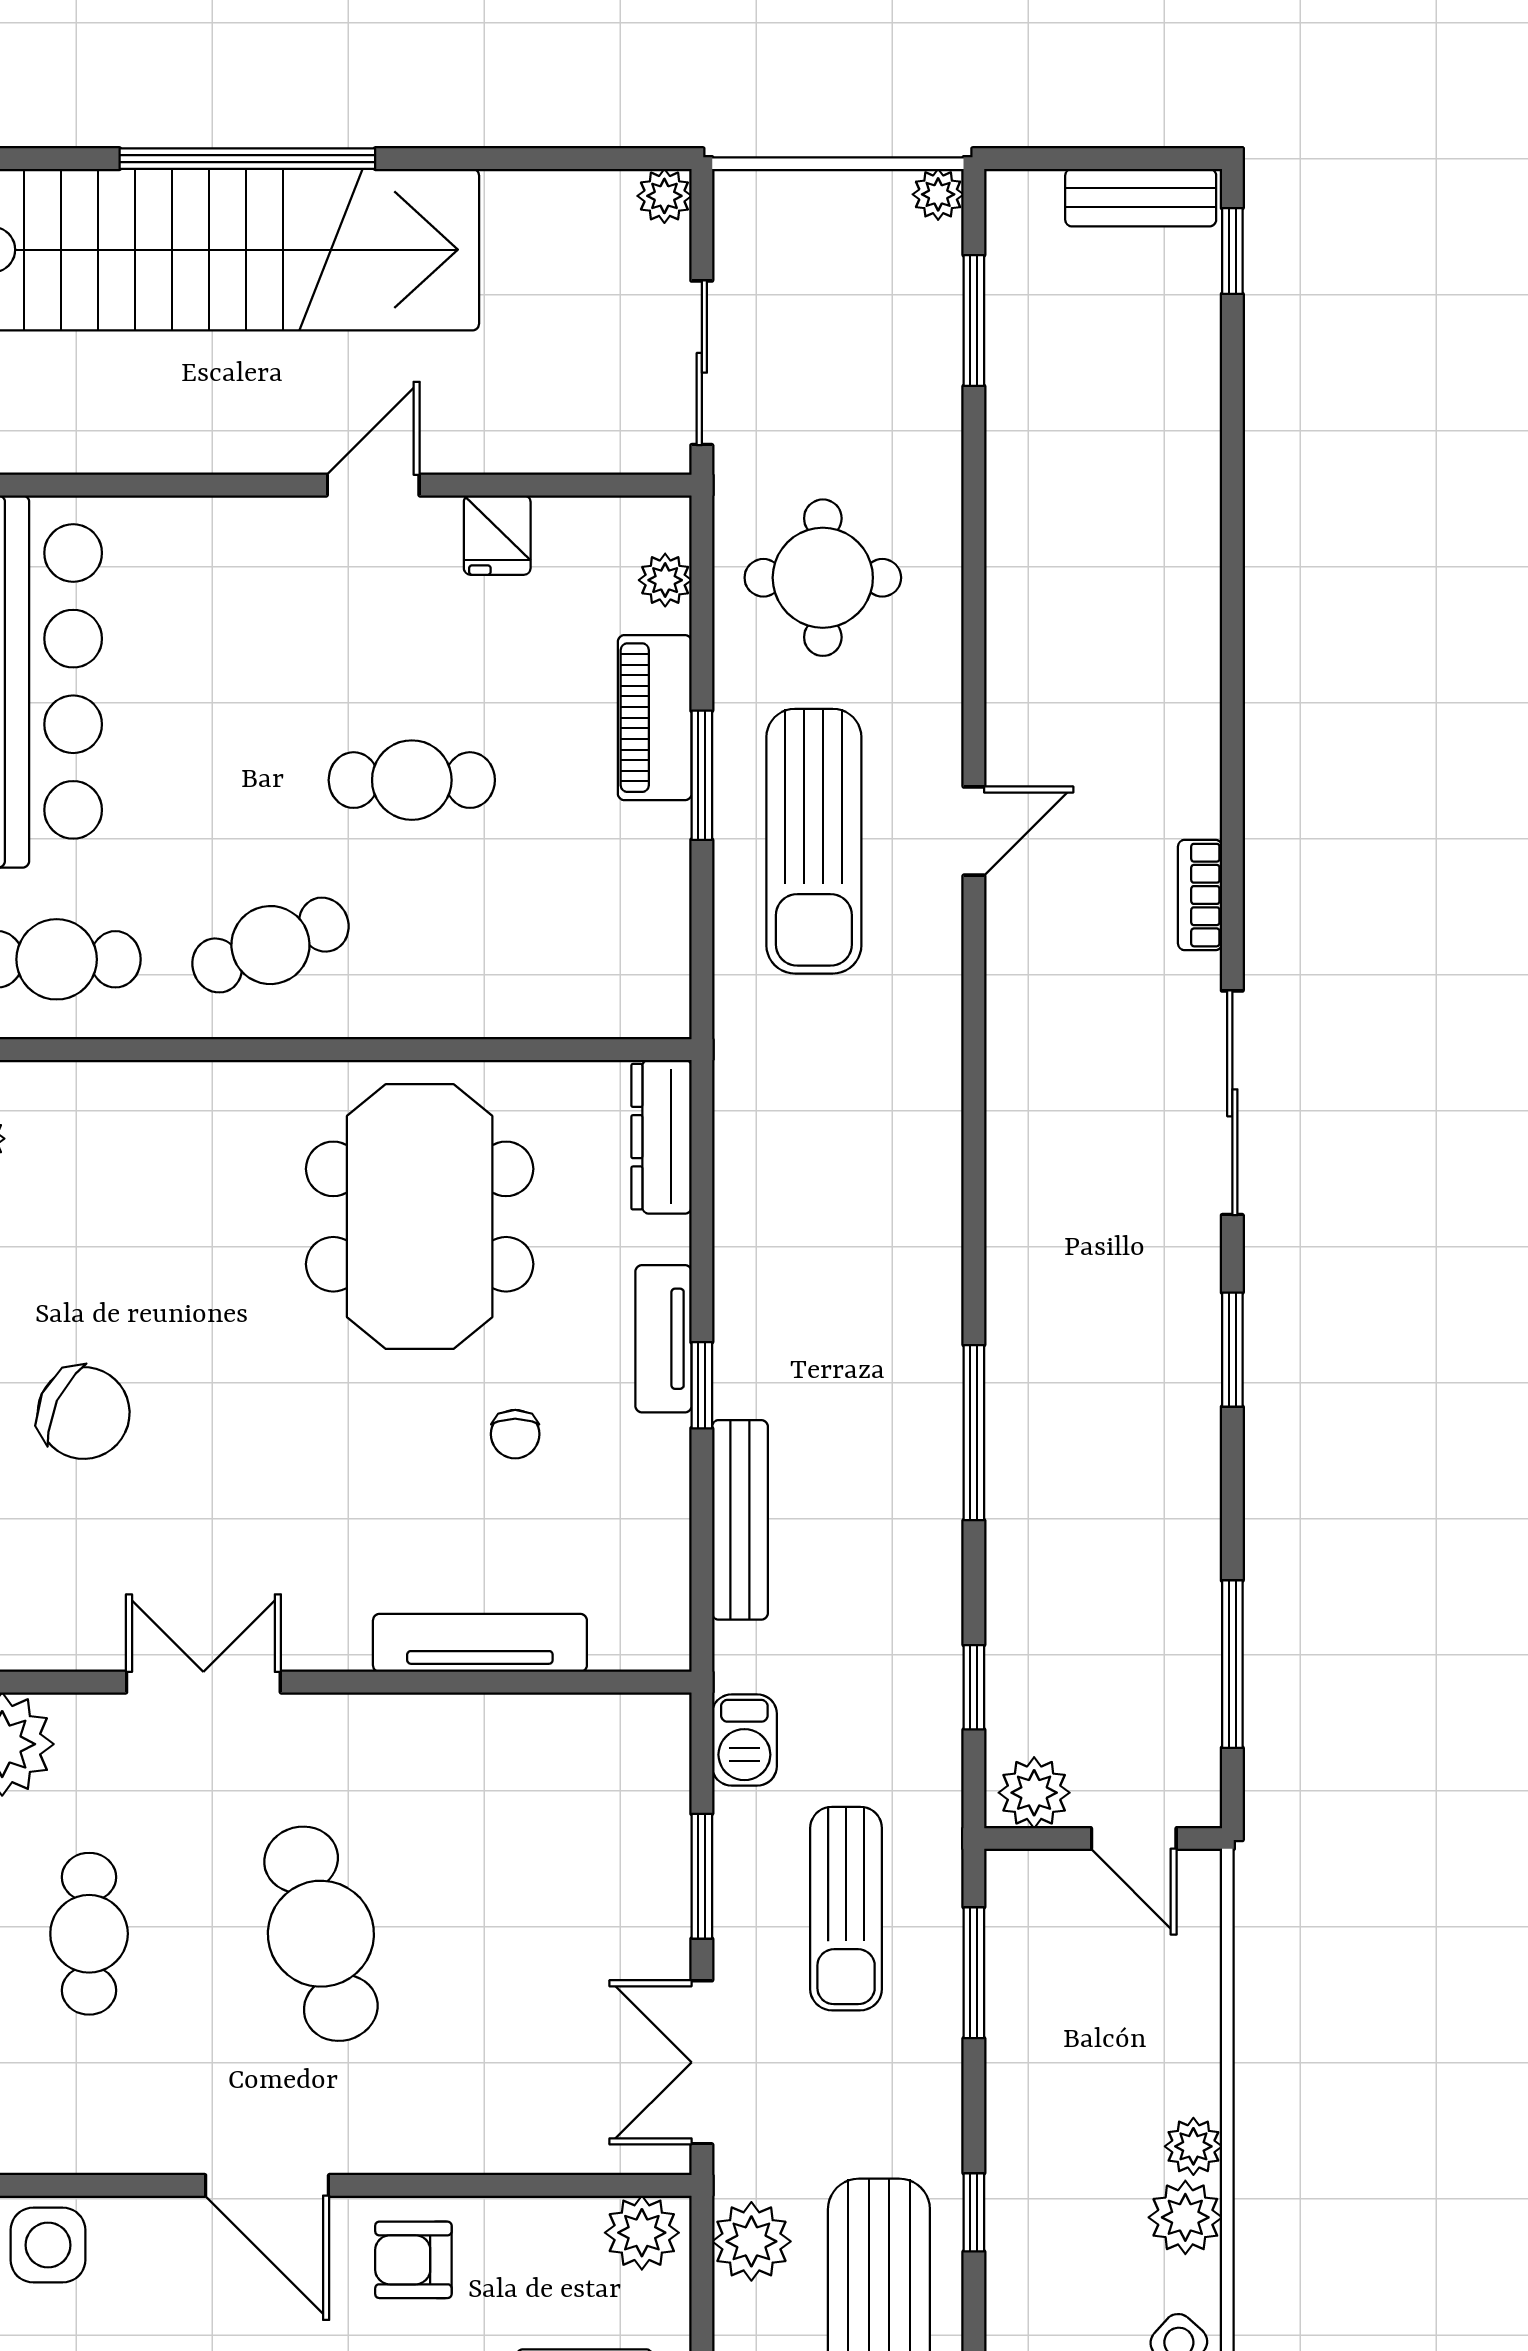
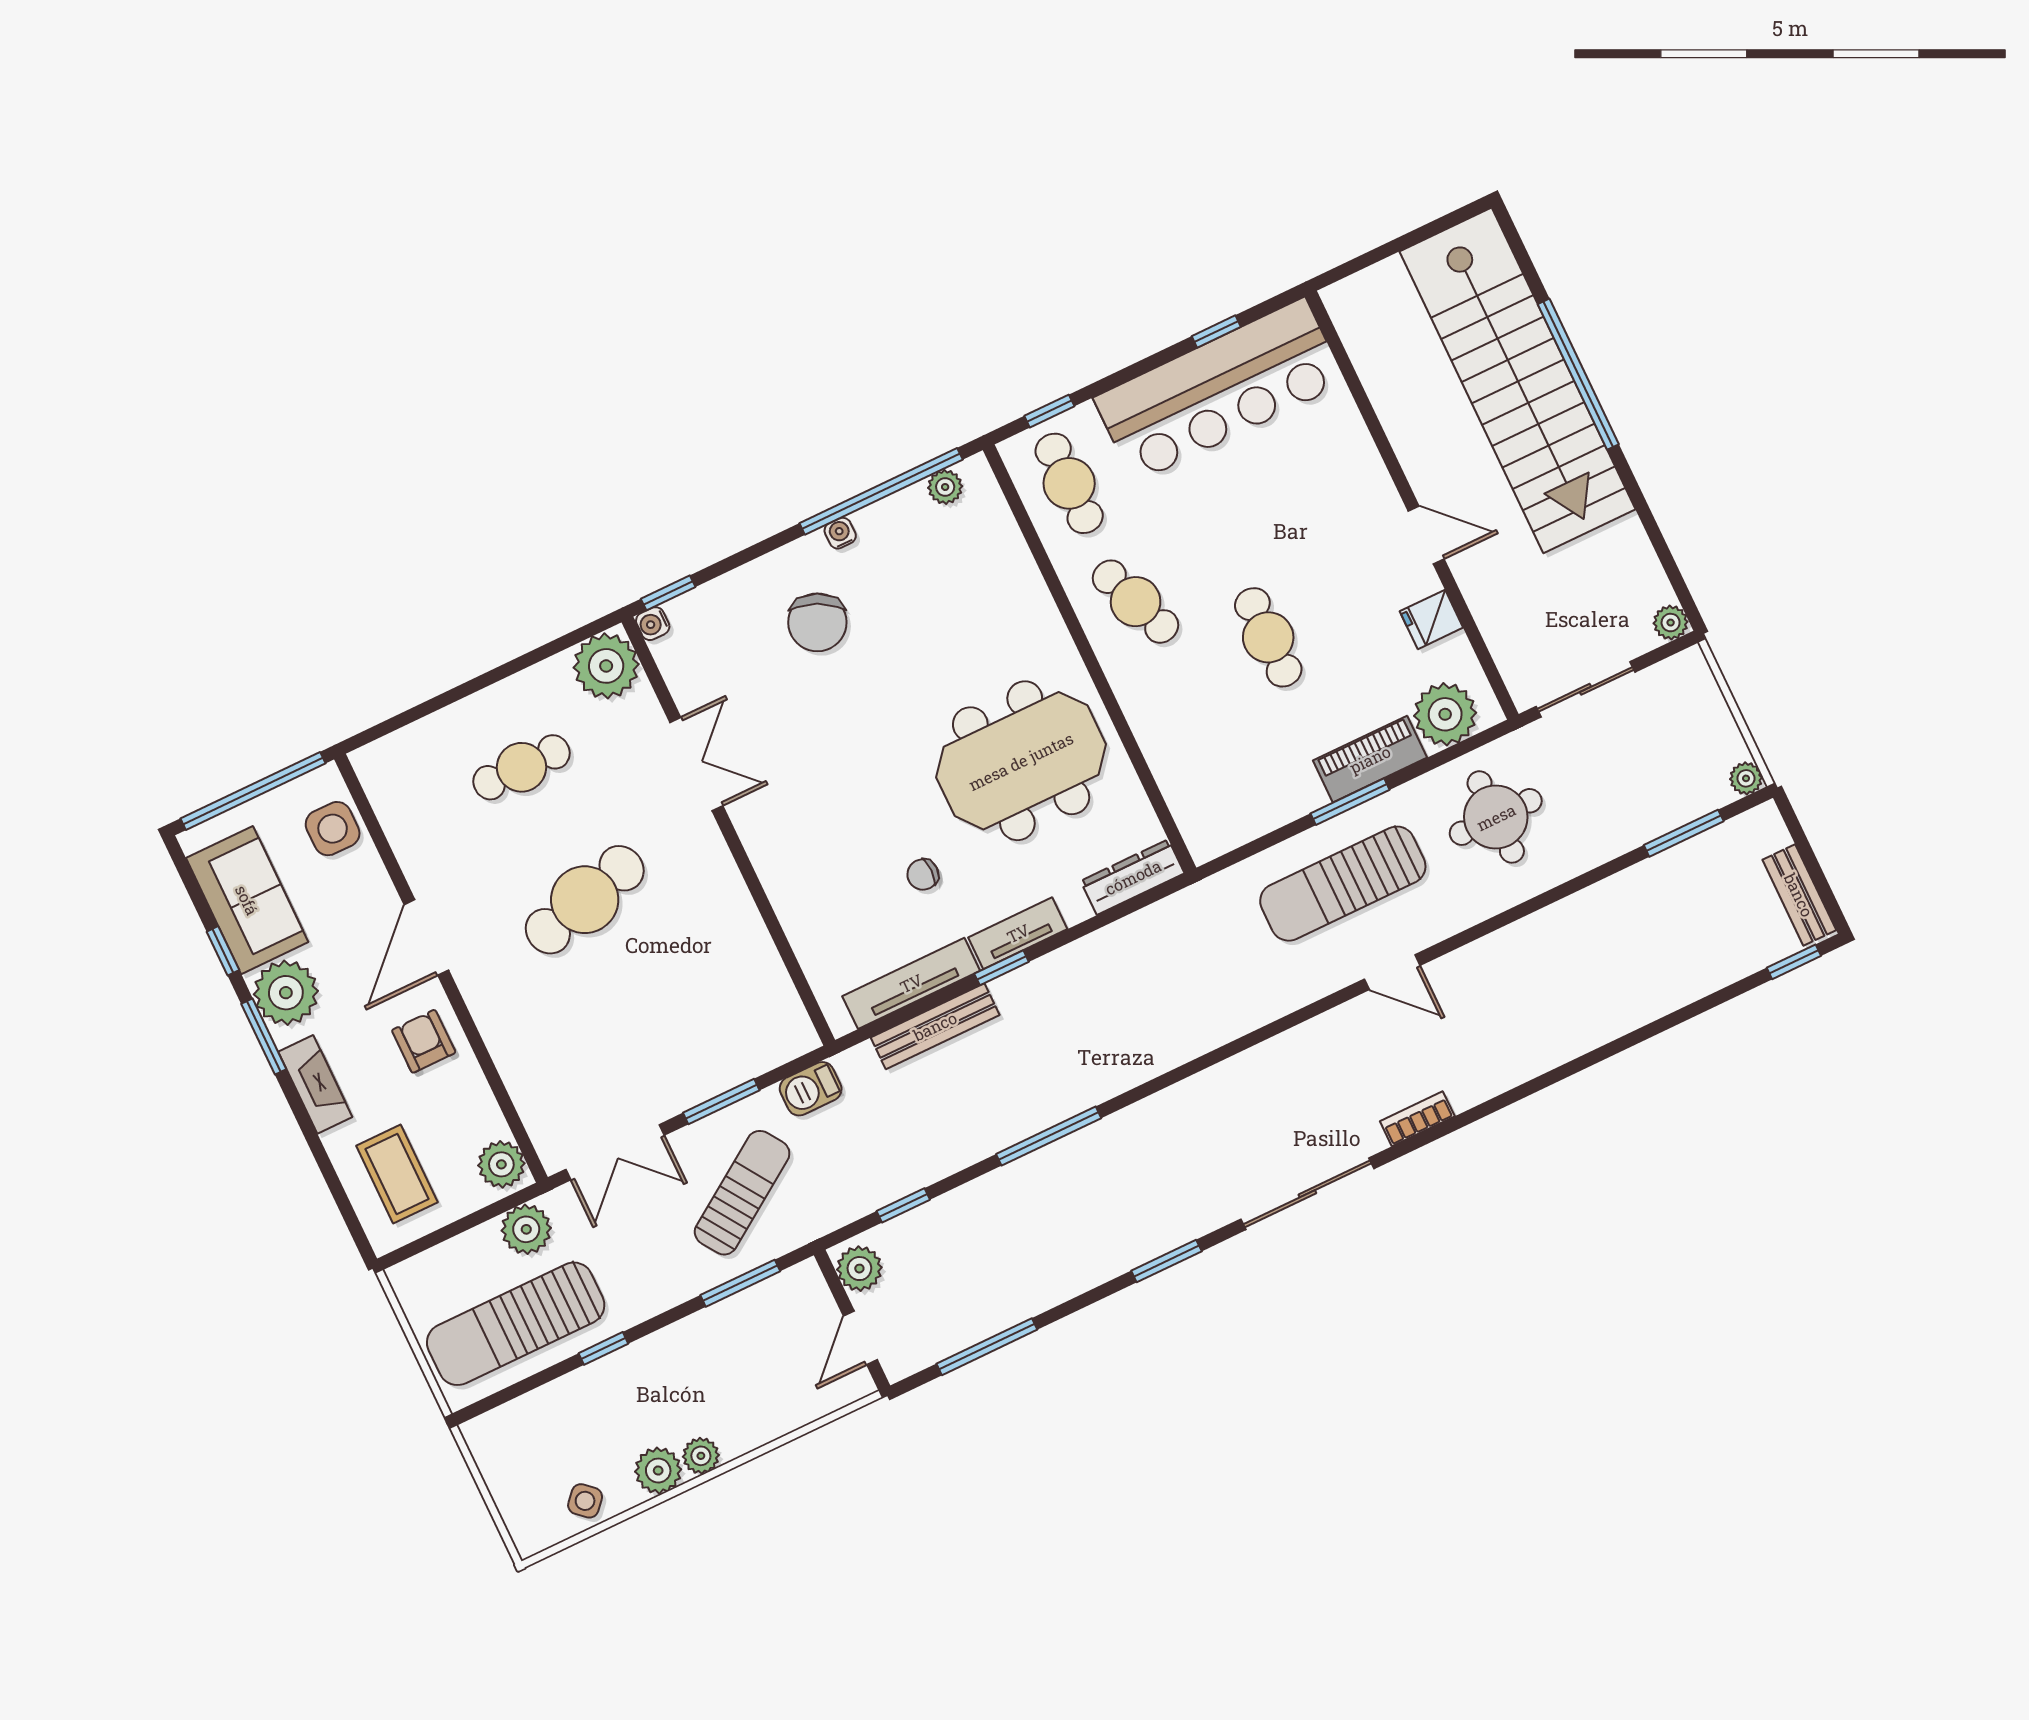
plant: (665, 580) -> (1445, 714), width x1.88, depth x1.88
tv unit: (480, 1643) -> (911, 983), moved, turned -90
sun lounger: (846, 1909) -> (742, 1193), turned 146
double door: (702, 2062) -> (615, 1152), swing flipped

